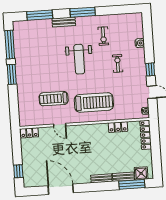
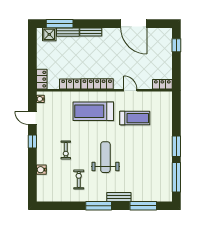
locker: (92, 129) -> (97, 84), added
locker: (146, 135) -> (42, 79), width x0.66

